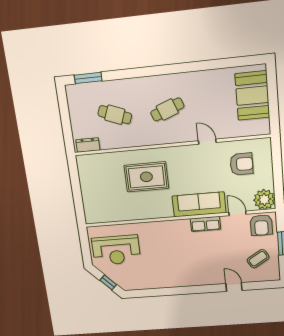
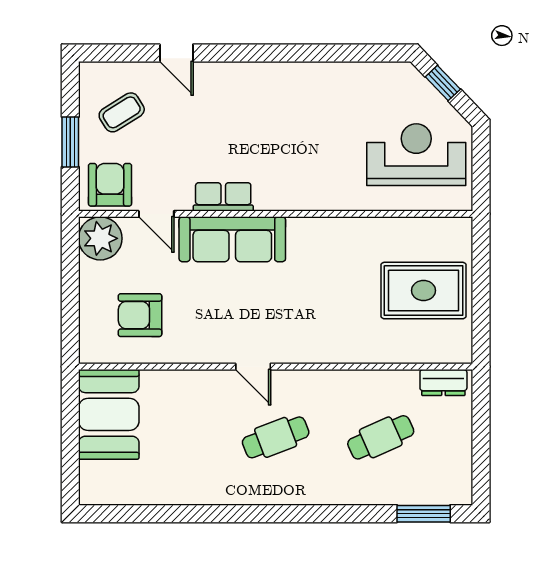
booth: (252, 96) -> (109, 414), moved
cafe table: (115, 115) -> (381, 437), turned -45
door: (207, 142) -> (253, 367), moved
rug: (146, 177) -> (424, 291), moved

